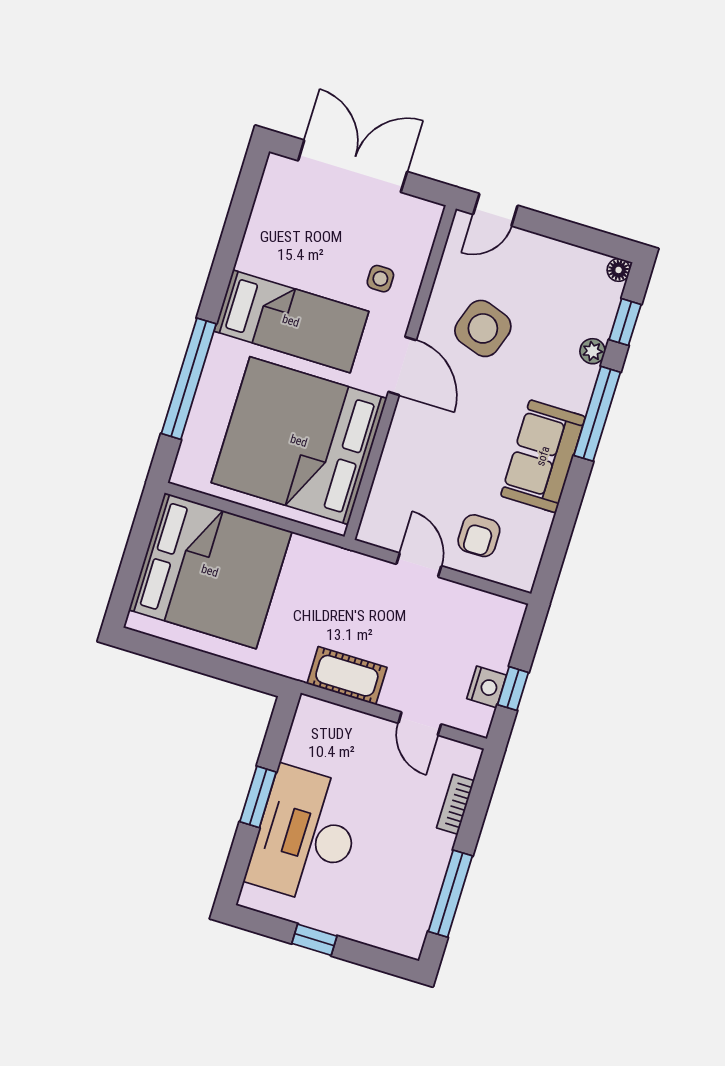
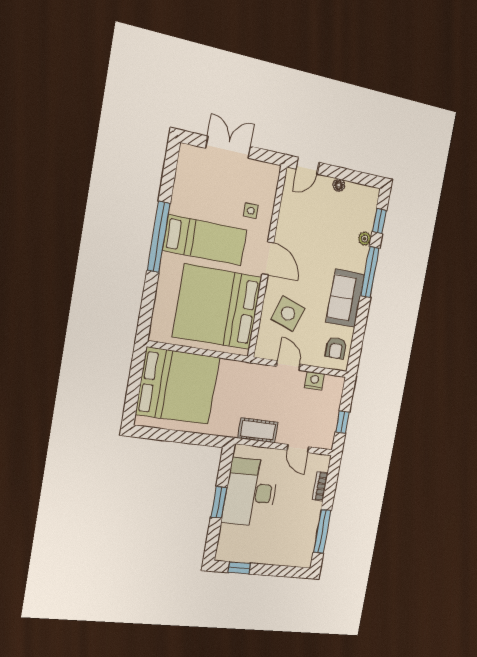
double door: (353, 166) -> (228, 147), width x0.73
floor lamp: (619, 270) -> (339, 185), moved
side table: (483, 328) -> (288, 314), moved
window: (189, 379) -> (159, 237), moved
armchair: (479, 536) -> (336, 348), moved
nightstand: (487, 687) -> (314, 381), moved, turned -90
desk: (306, 835) -> (251, 492), moved
window: (314, 940) -> (239, 568), moved

